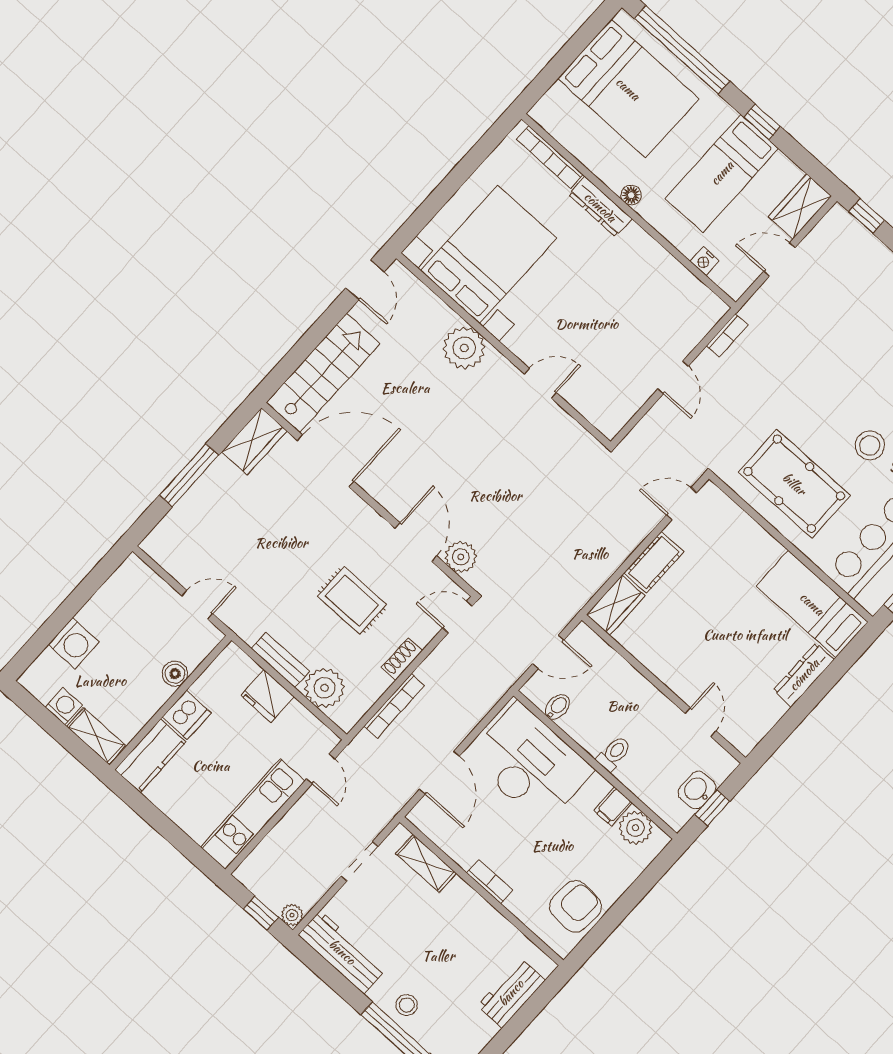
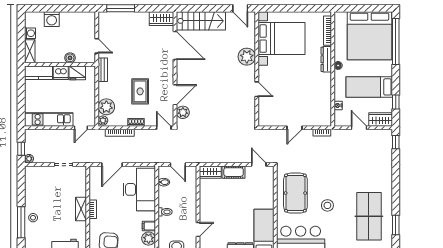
bed: (628, 89) -> (369, 36), width x1.36
window: (762, 122) -> (396, 102), moved
door: (365, 280) -> (240, 8), hinge flipped
window: (189, 475) -> (121, 8), moved
bench: (280, 660) -> (103, 70), moved
fridge: (267, 696) -> (77, 73), moved, turned -90
plant: (344, 717) -> (103, 120), added
shelving: (426, 863) -> (81, 209), moved
workbench: (342, 952) -> (31, 184), removed

